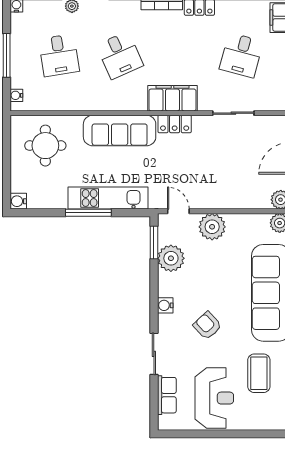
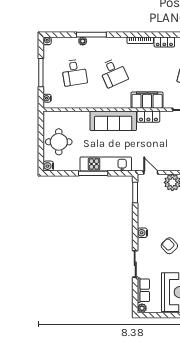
round table: (45, 146) -> (59, 142), moved
plant: (171, 258) -> (142, 308), moved, width x0.53, depth x0.53

